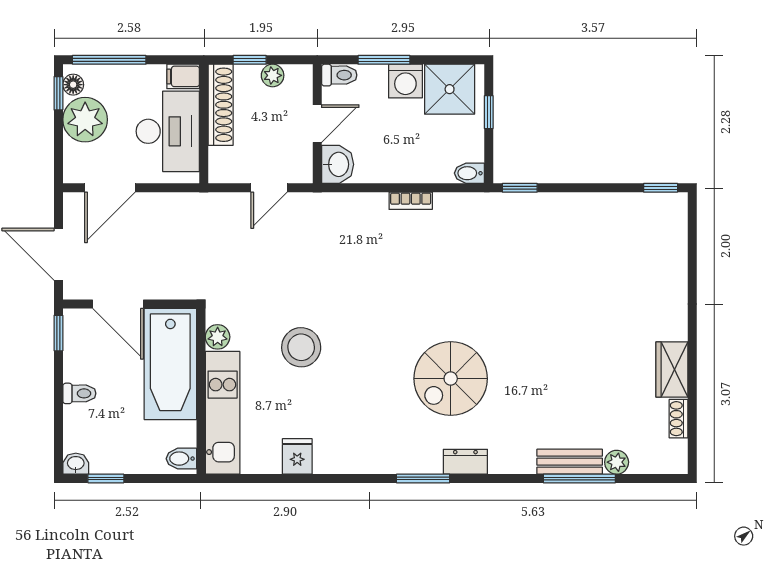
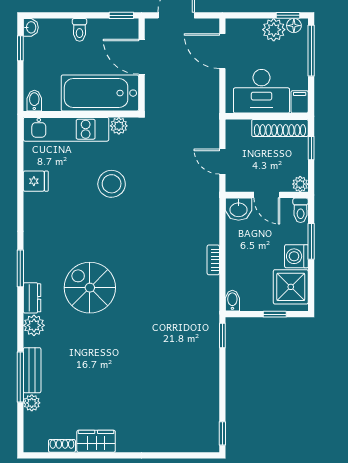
plant: (273, 75) -> (300, 184), moved
plant: (85, 120) -> (274, 30), width x0.73, depth x0.73
door: (118, 304) -> (142, 57), hinge flipped
plant: (505, 459) -> (34, 325), added

